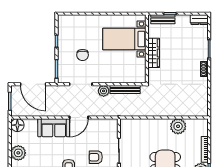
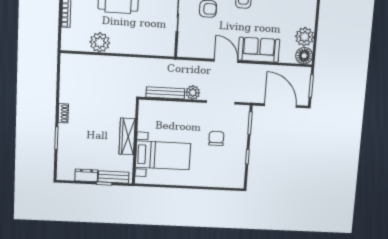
dresser: (199, 20) -> (86, 175), moved
door: (79, 117) -> (226, 61), hinge flipped
plant: (18, 153) -> (305, 37), moved

